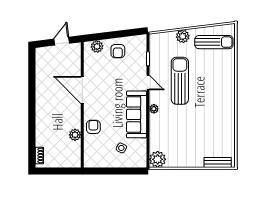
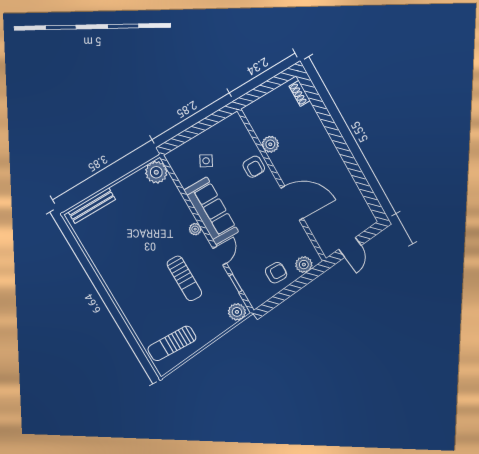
plant: (183, 36) -> (237, 312), moved
armchair: (118, 51) -> (276, 273), turned 90
sun lounger: (180, 81) -> (184, 278), width x0.73, depth x0.75
door: (148, 82) -> (220, 256), swing flipped
bench: (218, 162) -> (92, 206), width x1.36

